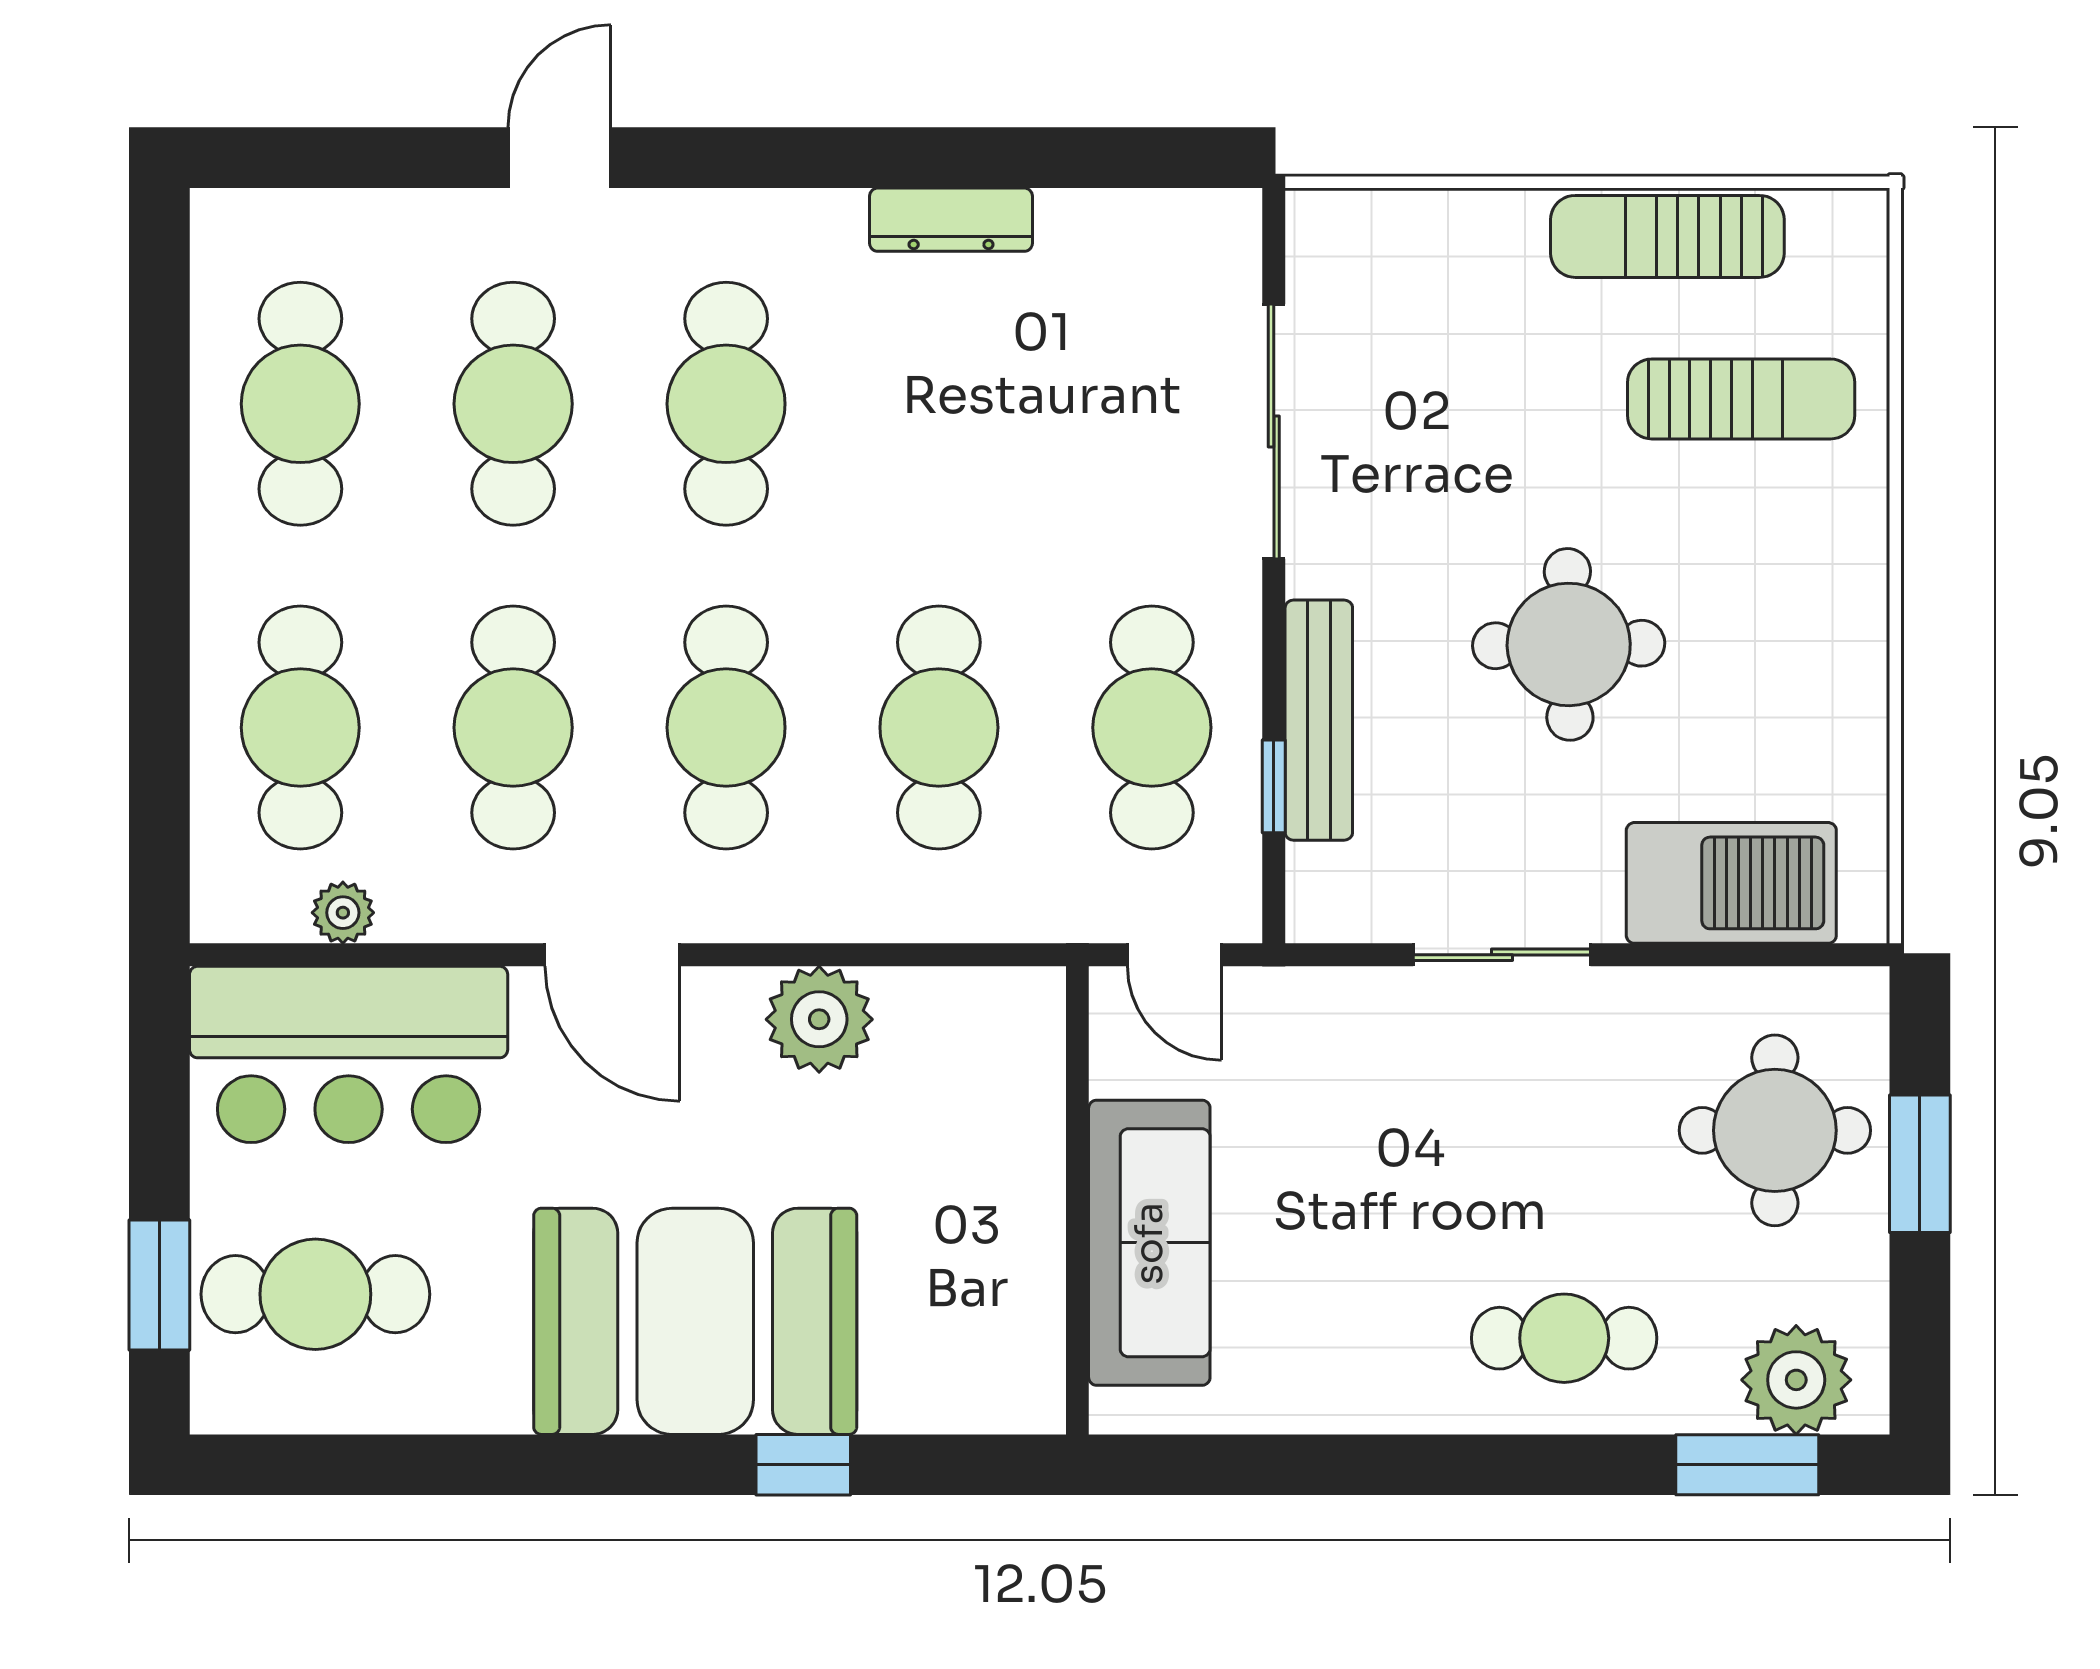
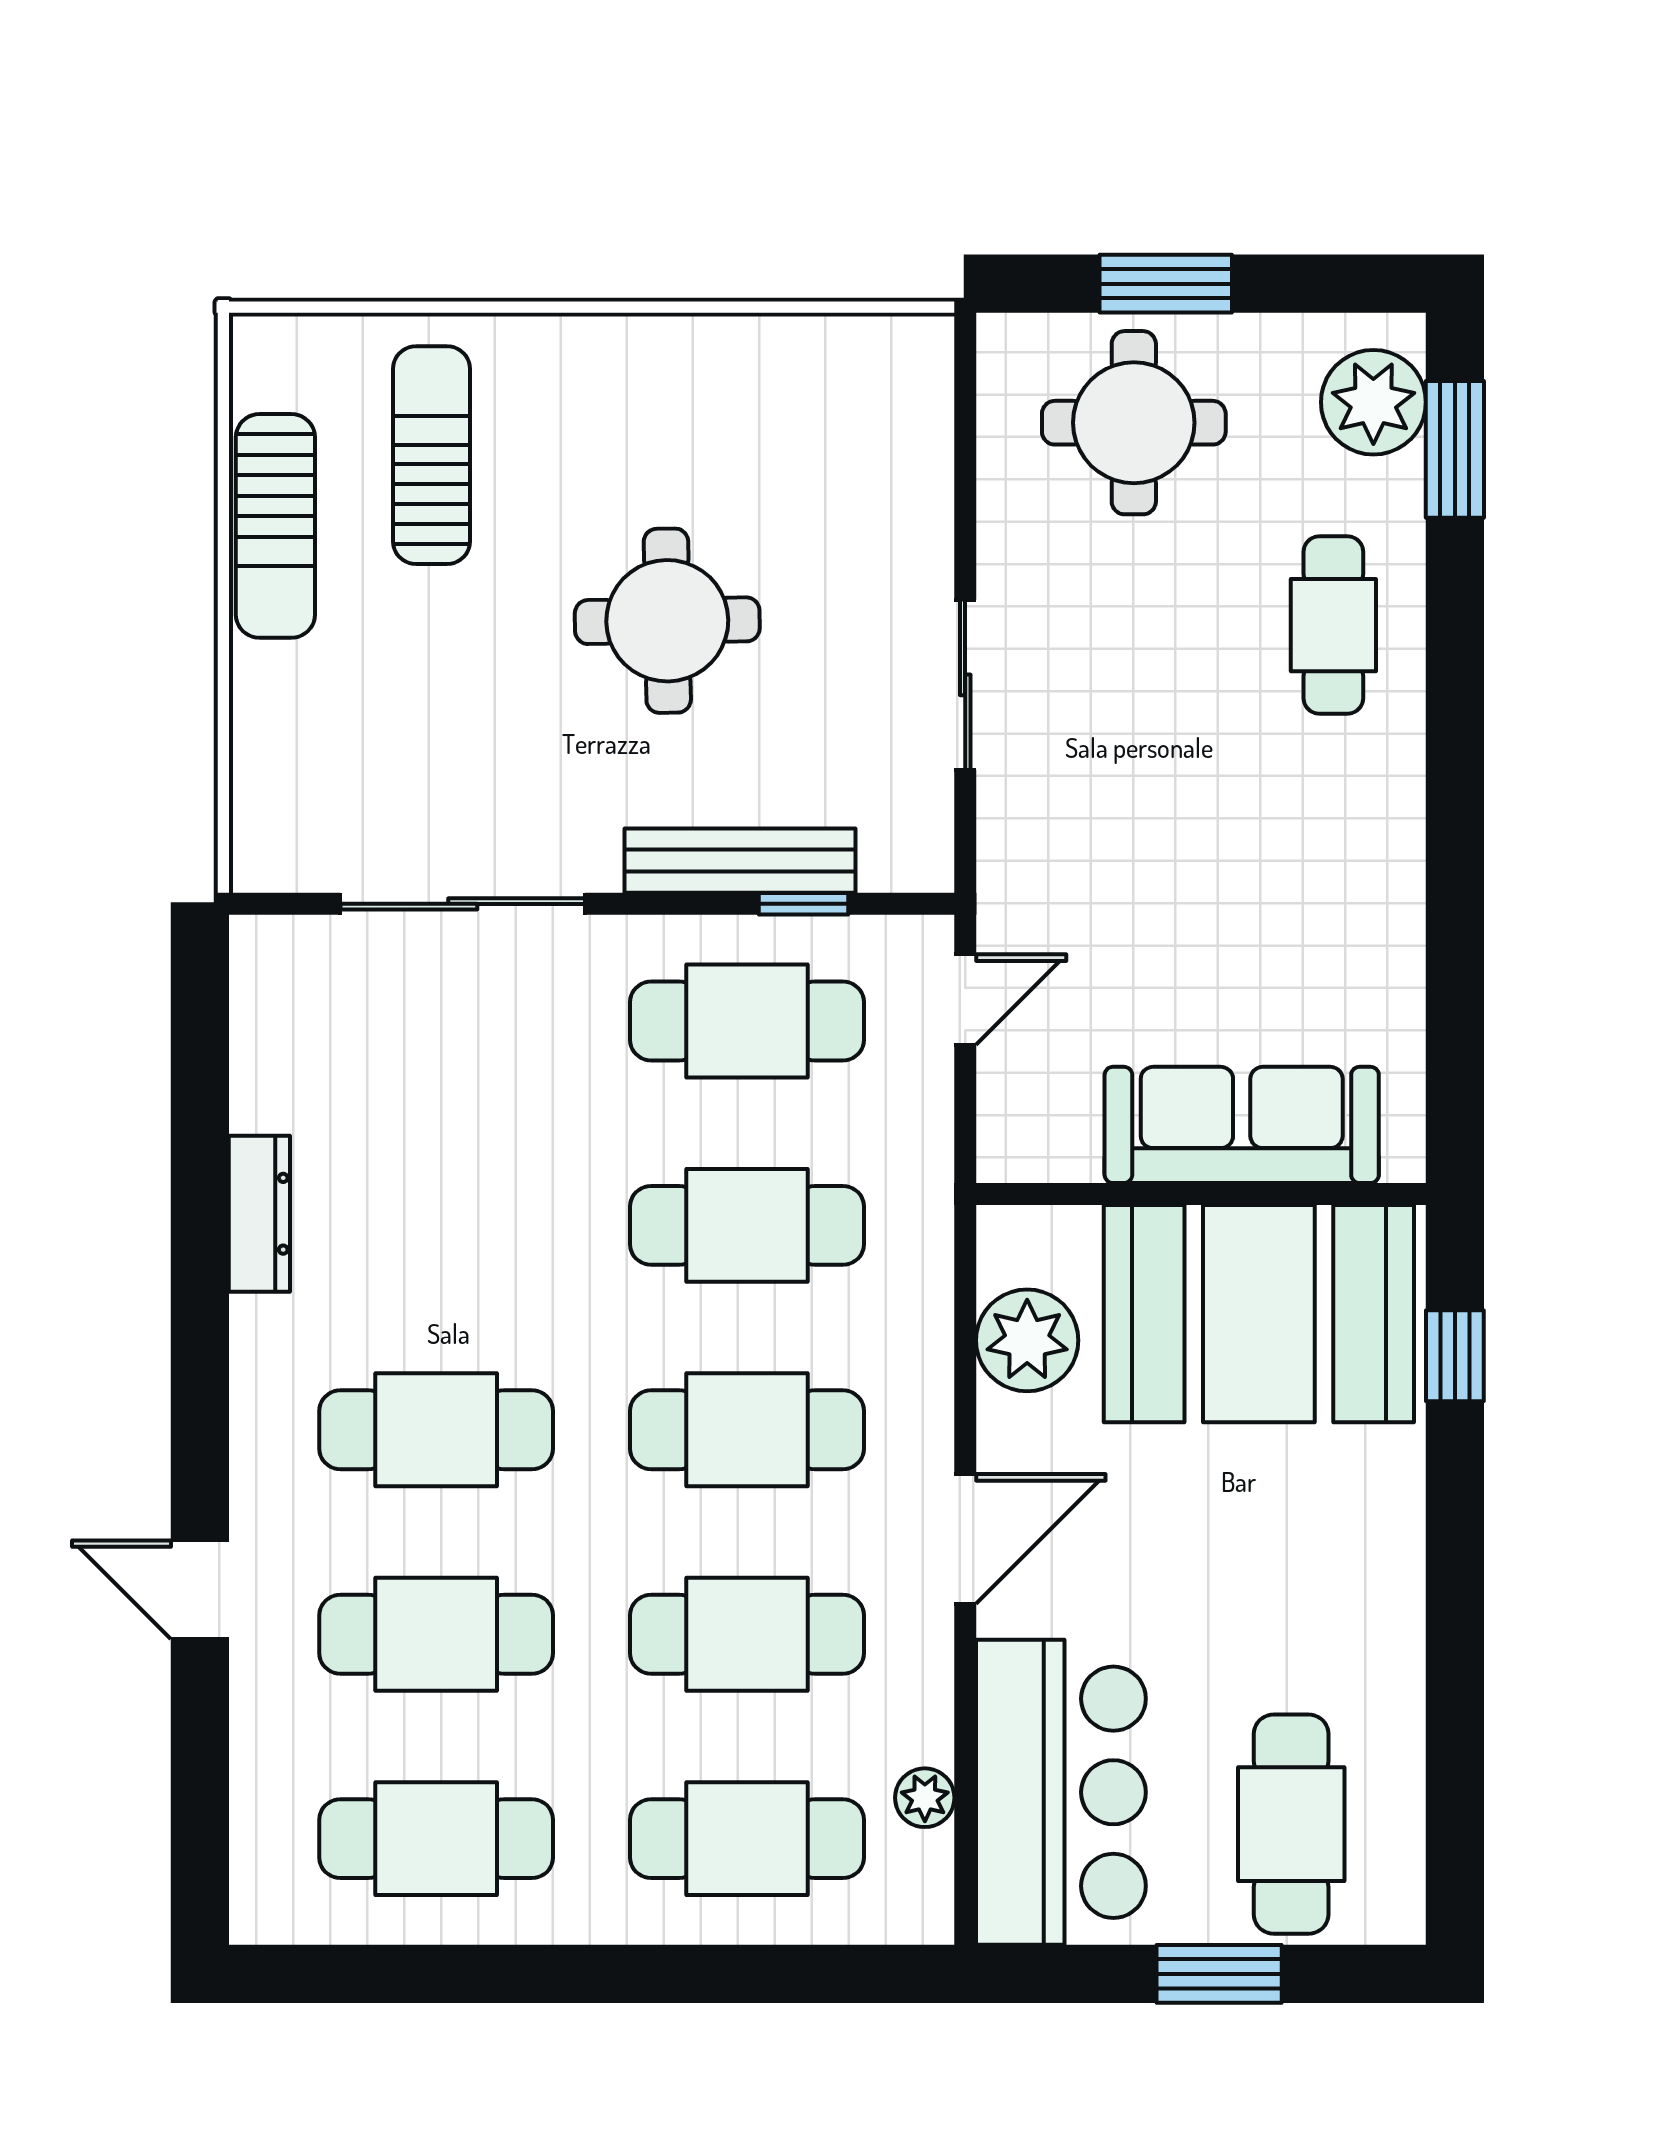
barbecue: (1731, 883) -> (896, 465), removed
wall: (1077, 1200) -> (1201, 1194), moved
sofa: (1149, 1243) -> (1242, 1125), moved
window: (159, 1285) -> (1219, 1974), moved
booth: (695, 1321) -> (1259, 1314), moved, turned 90

